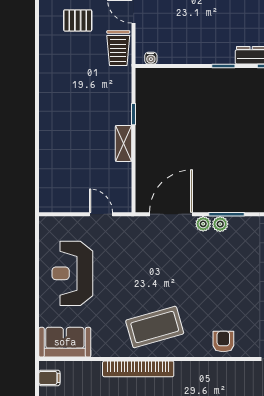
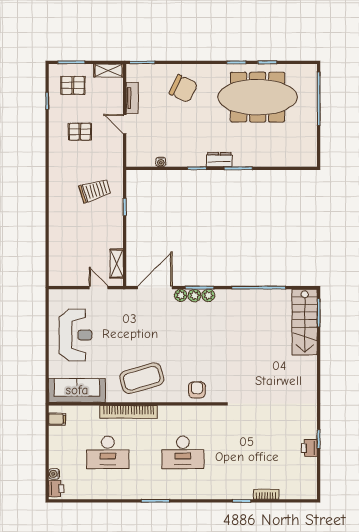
trolley: (118, 48) -> (95, 191), moved, turned -107
water cooler: (151, 58) -> (161, 162), moved
shelving: (124, 143) -> (117, 264), moved
plant: (237, 224) -> (208, 295), added
reception desk: (72, 273) -> (76, 335), turned 180
sofa: (65, 342) -> (77, 390), width x1.36

